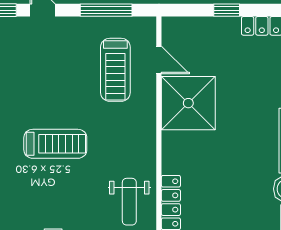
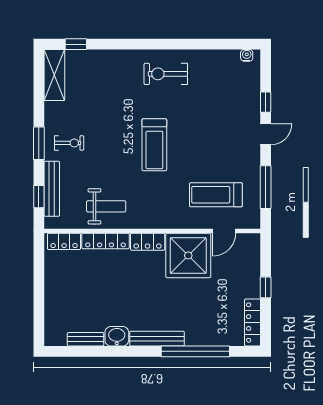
locker: (172, 152) -> (148, 242), added
weight bench: (129, 202) -> (106, 206), turned 180

